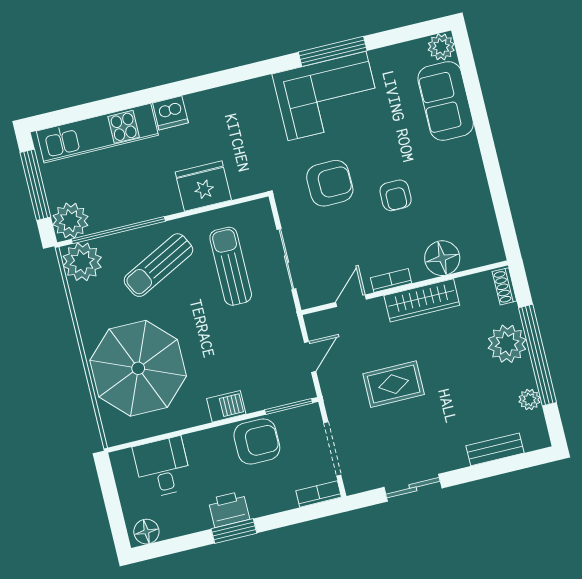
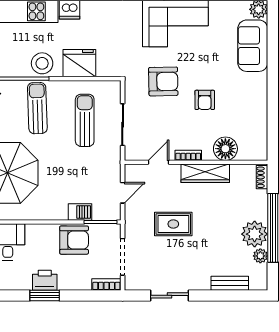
stool: (150, 199) -> (42, 63), added
sun lounger: (158, 265) -> (37, 108), turned 115
plant: (507, 344) -> (255, 234), moved
barbecue: (226, 406) -> (80, 212), moved

